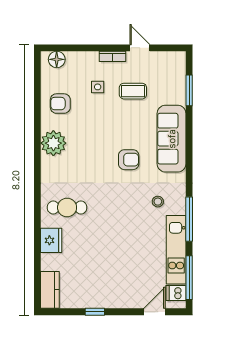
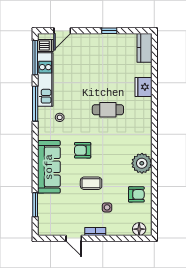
coffee table: (133, 91) -> (91, 183), moved
cafe table: (67, 208) -> (108, 110), moved

